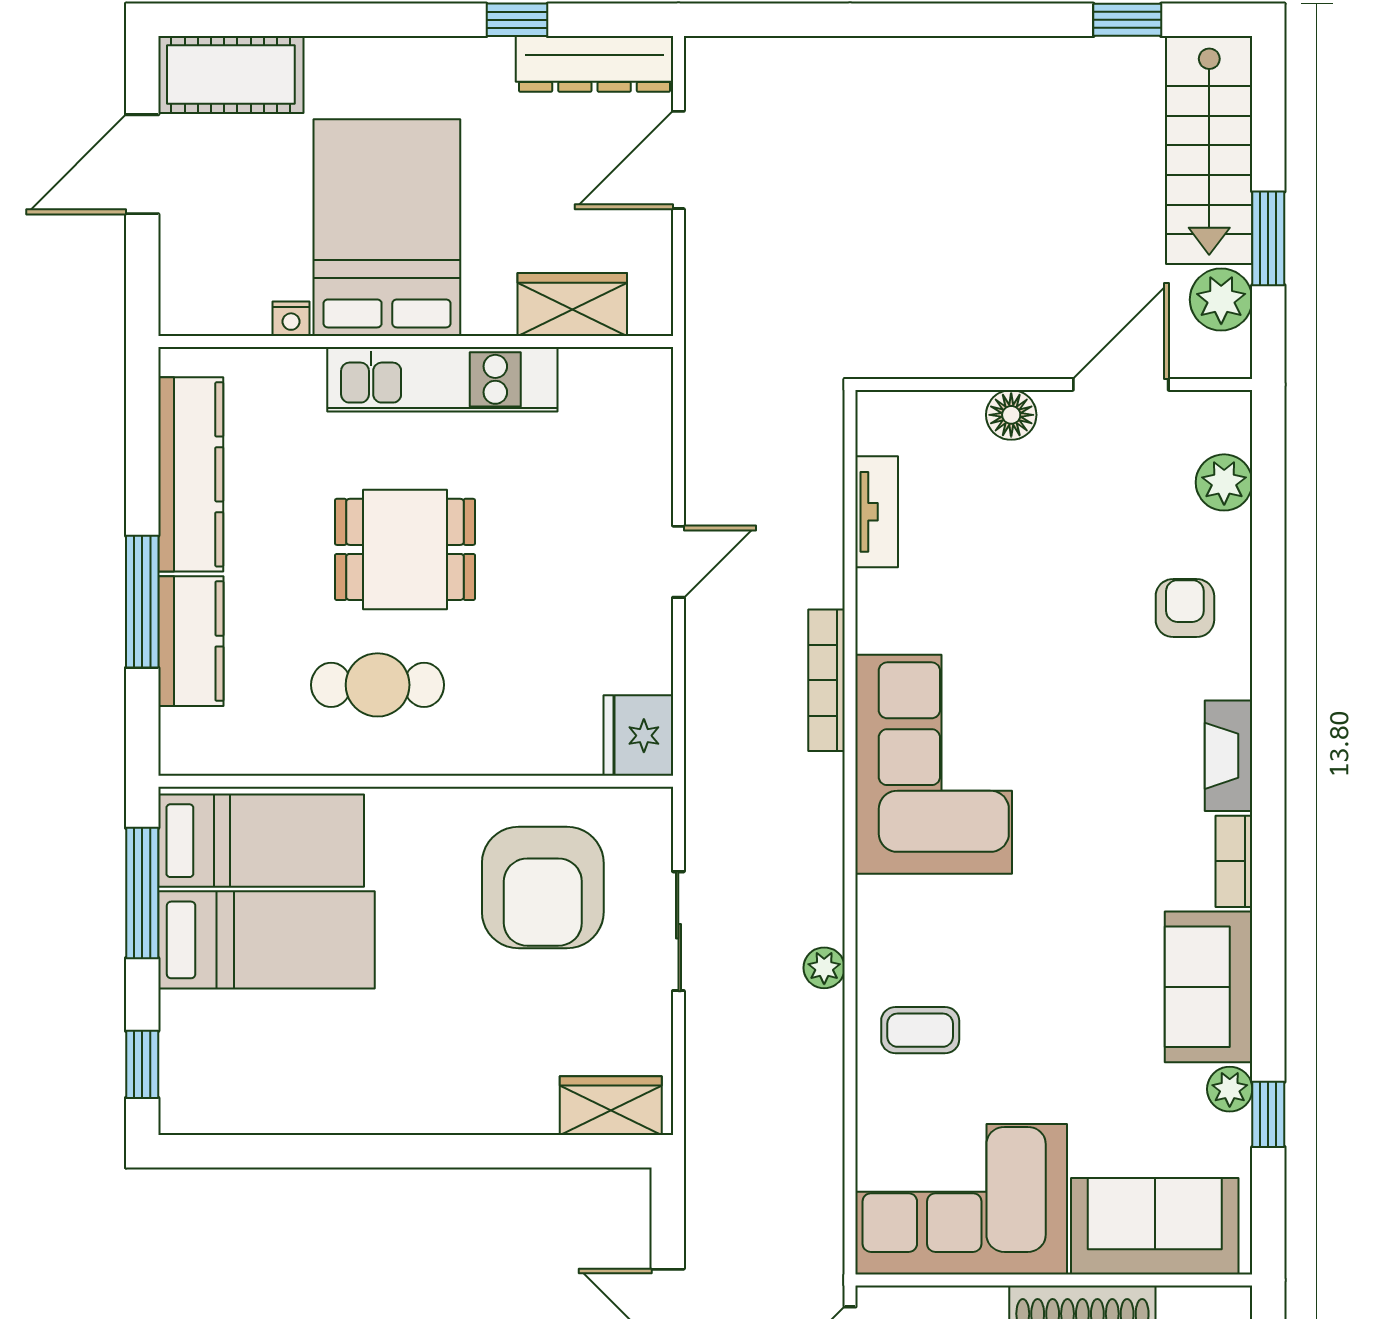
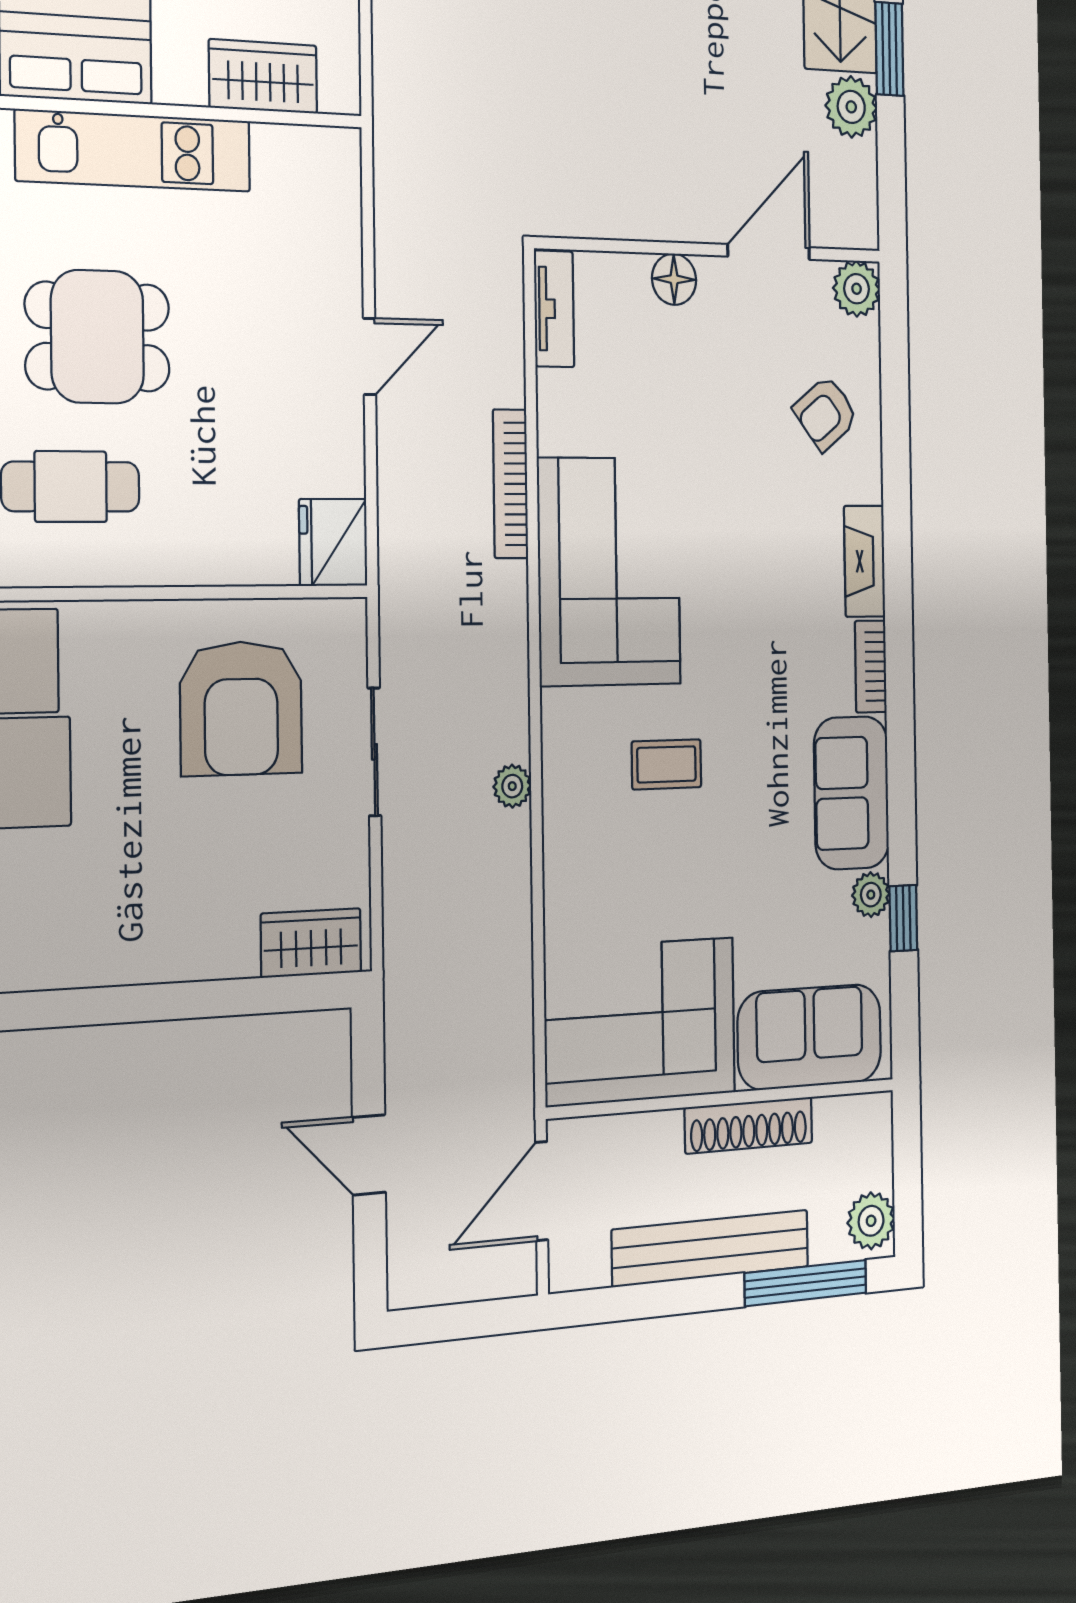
wall: (1054, 384) -> (711, 250), moved
door: (1121, 384) -> (769, 252), moved
floor lamp: (1011, 415) -> (674, 279), moved
armchair: (1185, 608) -> (826, 413), turned -128
coffee table: (920, 1030) -> (666, 764), moved

